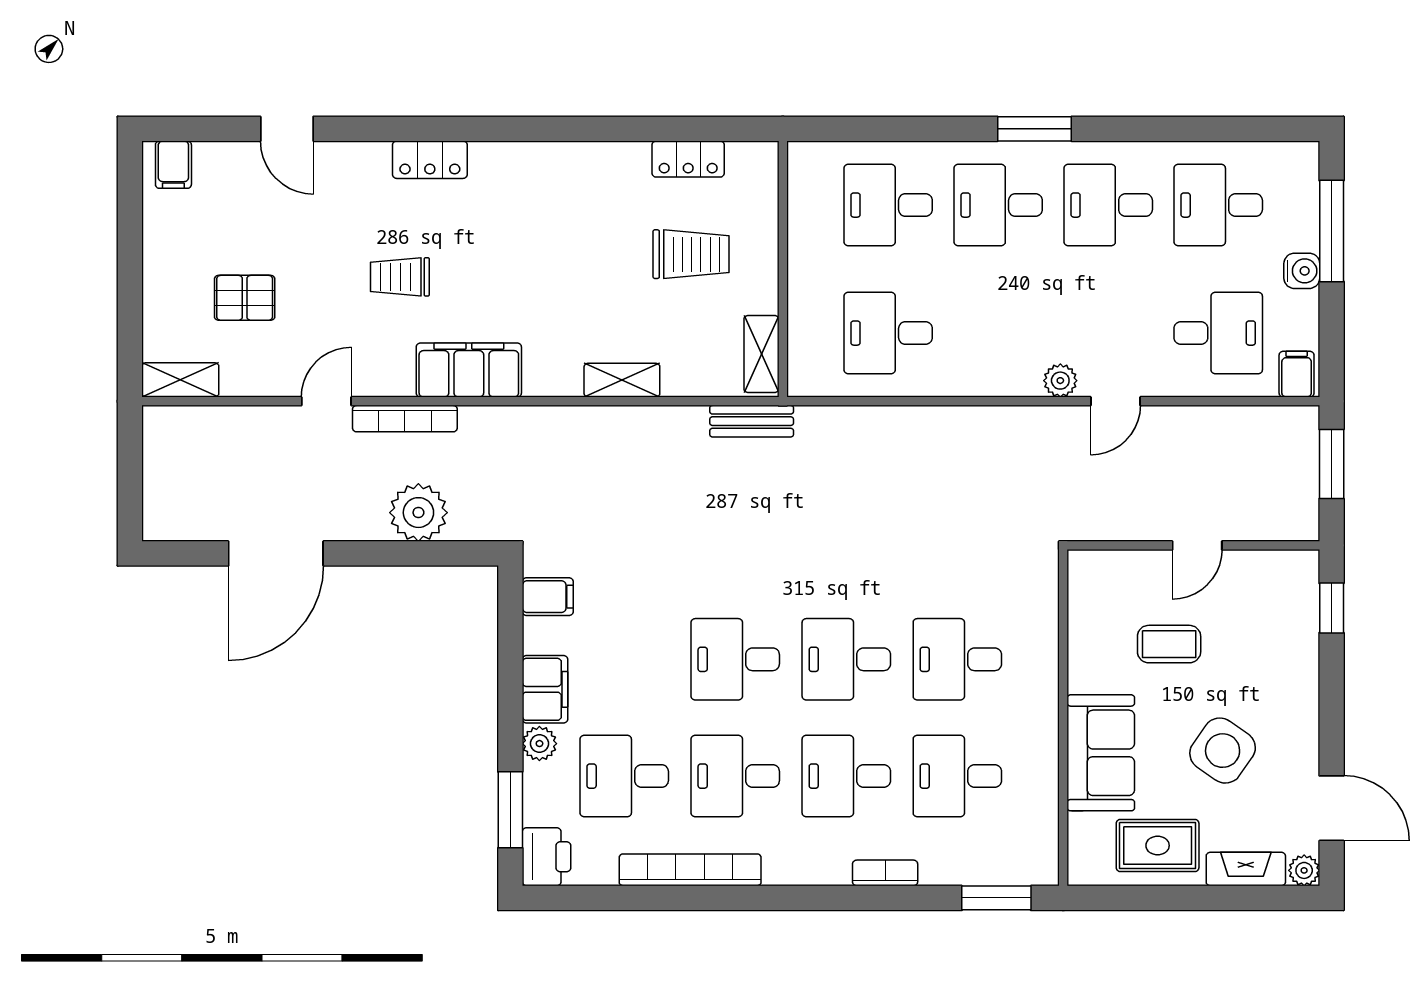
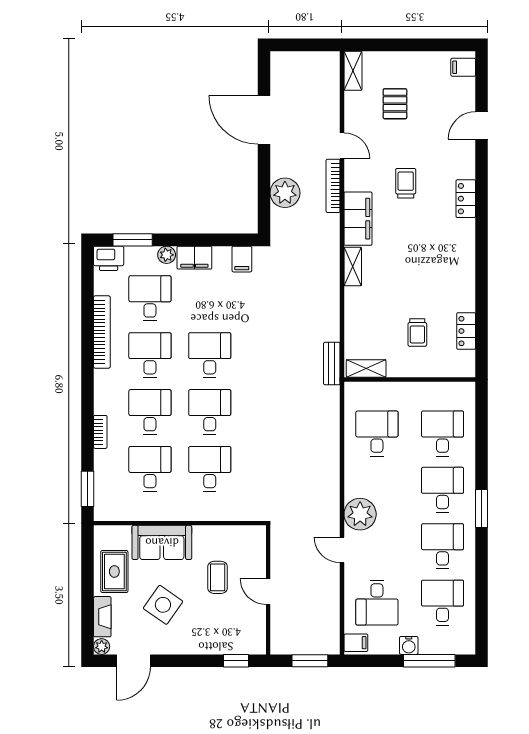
trolley: (691, 254) -> (417, 332), width x0.73, depth x0.72
shelving: (622, 380) -> (353, 267), moved
plant: (1060, 381) -> (360, 514), width x1.87, depth x1.87

